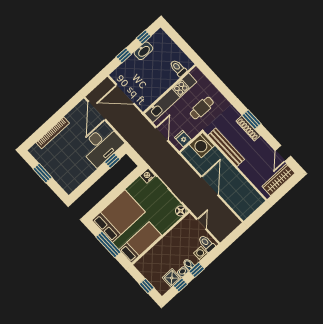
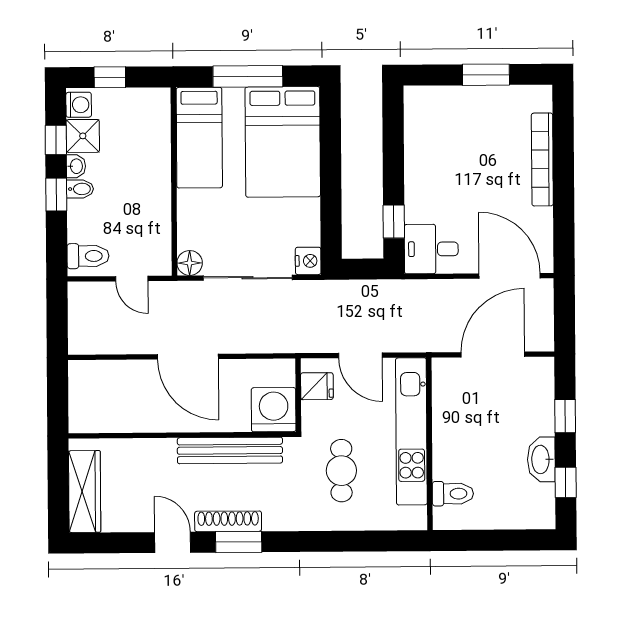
desk: (101, 145) -> (431, 249), width x0.53, depth x0.77
door: (283, 153) -> (173, 542), moved
washing machine: (201, 253) -> (79, 105), moved

